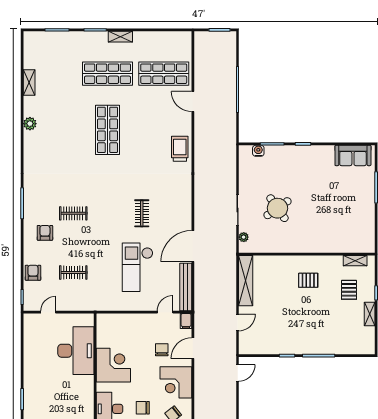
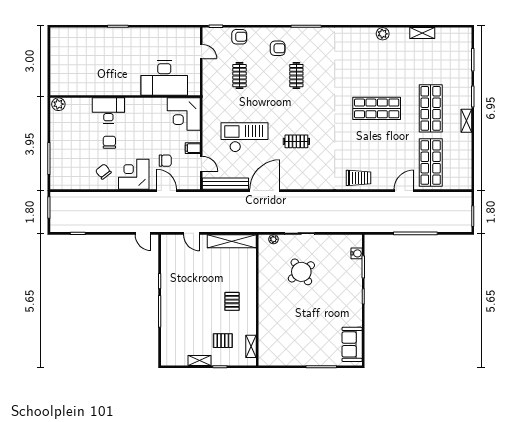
door: (193, 246) -> (265, 191), hinge flipped
filing cabinet: (186, 321) -> (193, 148), moved
corner desk: (113, 365) -> (184, 114), moved, turned 90

